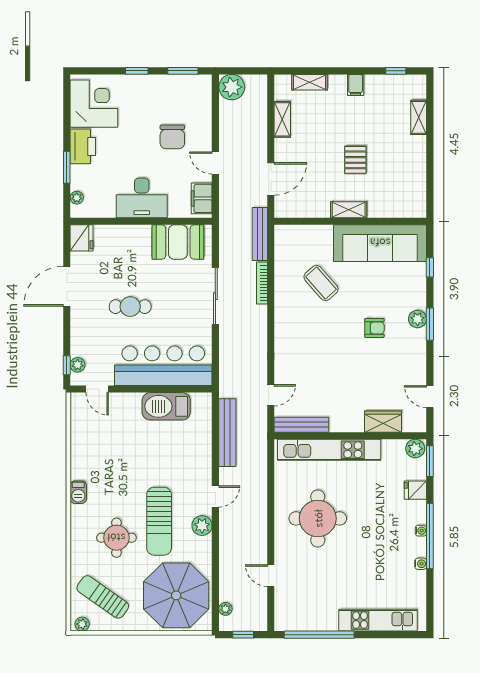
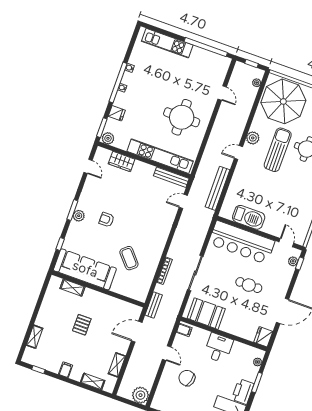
chair: (172, 137) -> (187, 378), turned -76
desk: (142, 198) -> (218, 348), width x0.73
filing cabinet: (202, 198) -> (184, 330), width x0.50
shelving: (349, 210) -> (73, 288), moved
bench: (260, 234) -> (154, 305), width x0.73

